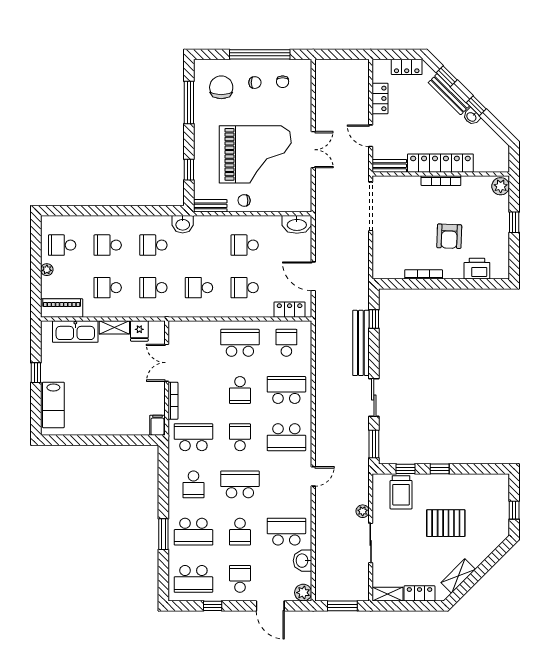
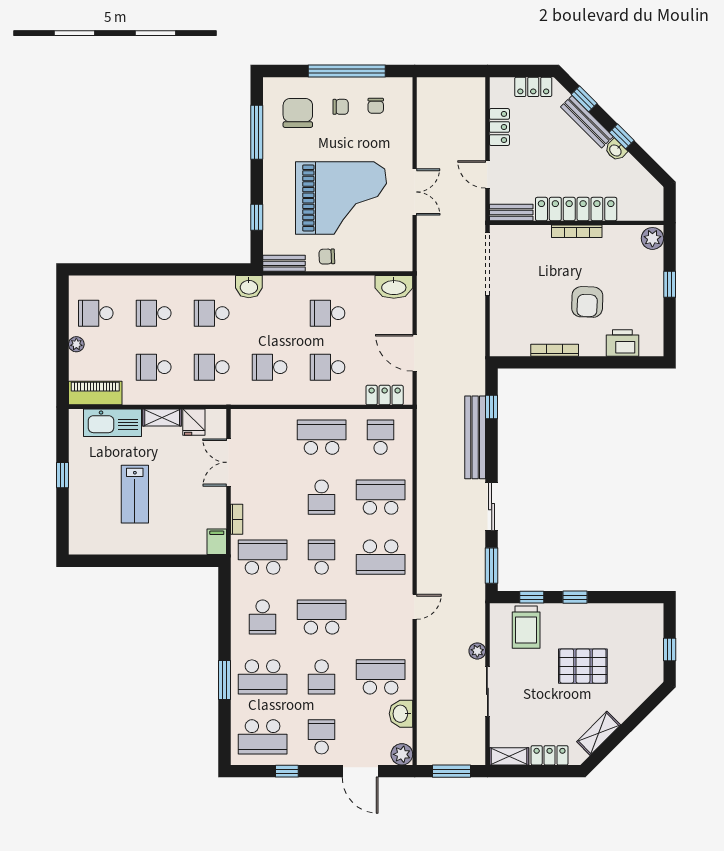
bookcase: (173, 401) -> (237, 519), width x0.64
lab bench: (53, 405) -> (135, 494), moved

